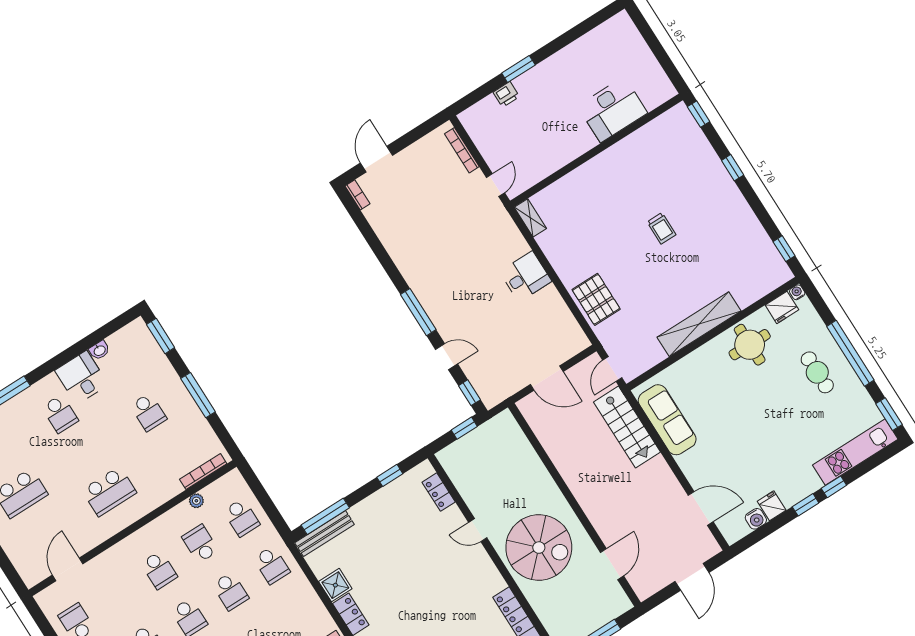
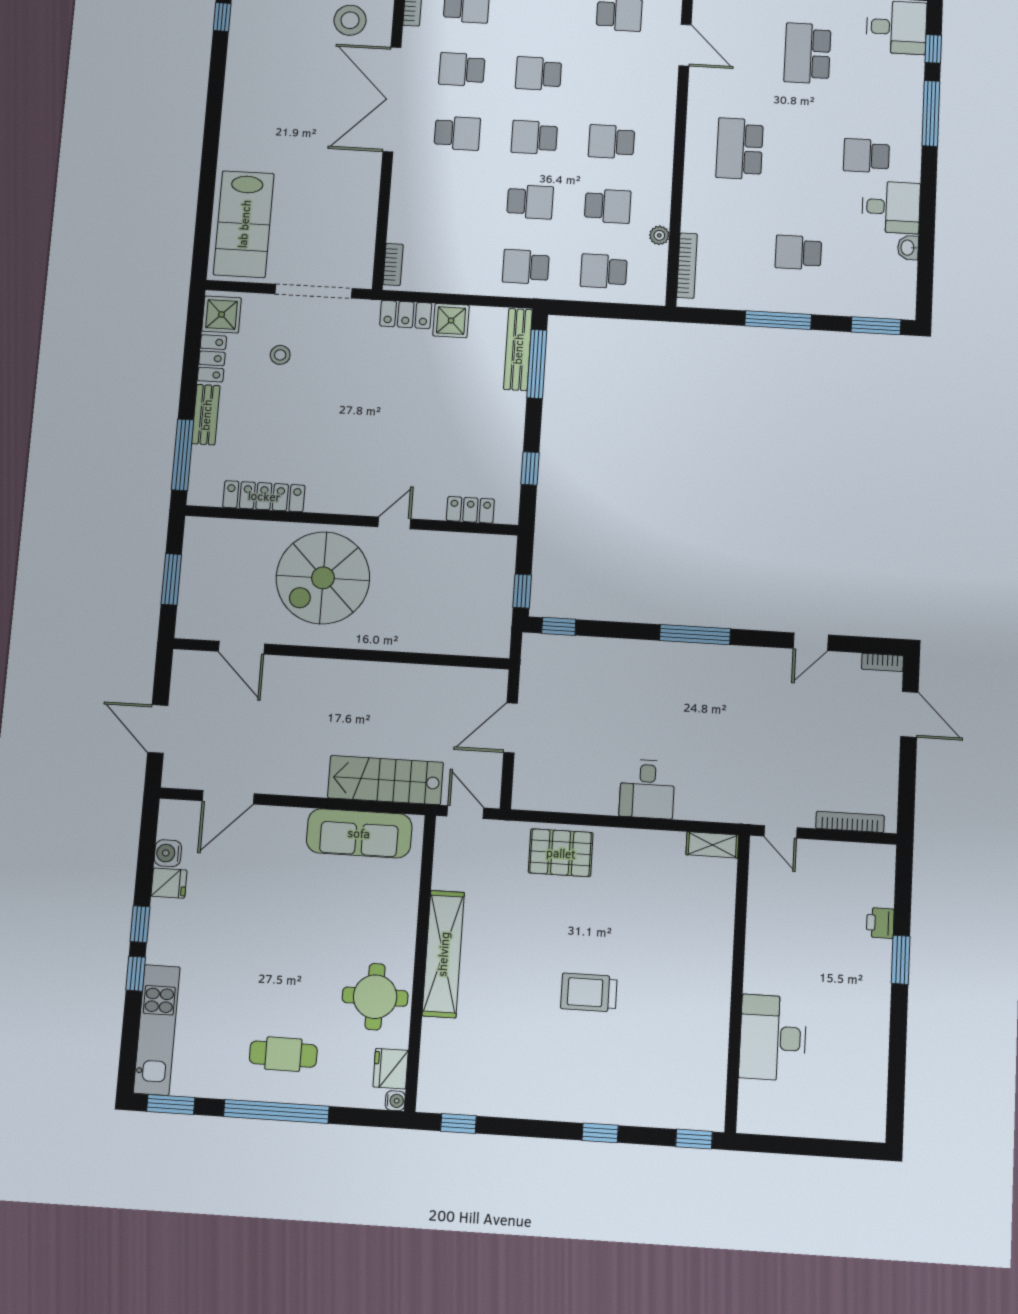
trolley: (661, 228) -> (589, 992), width x1.36, depth x1.39
door: (447, 357) -> (811, 642), moved
school desk: (230, 591) -> (530, 202), turned 180

